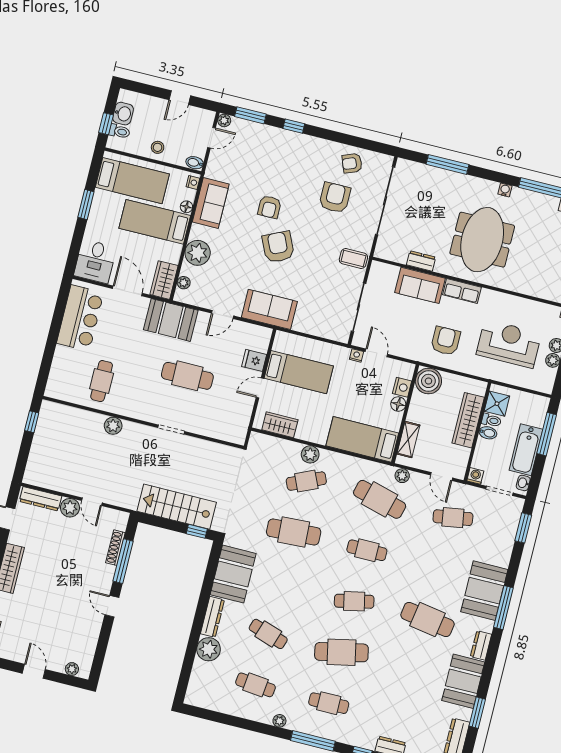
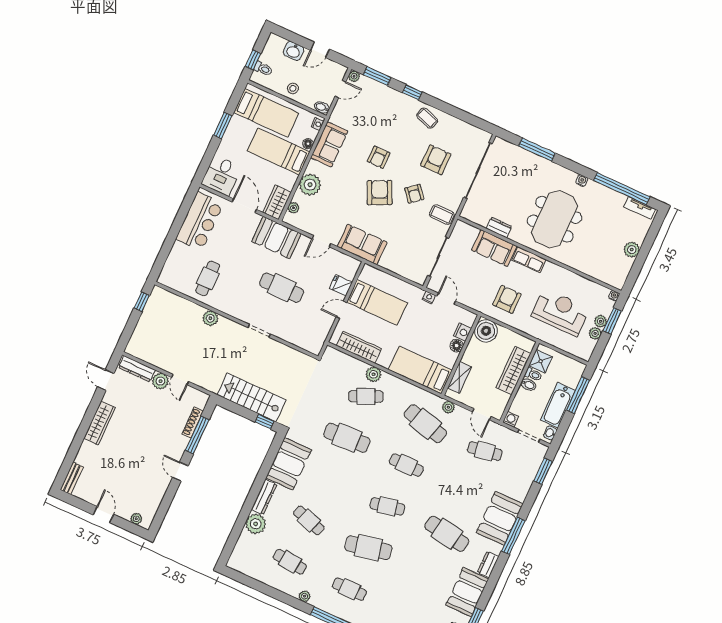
washbasin: (123, 114) -> (294, 51), moved, turned 90
coffee table: (316, 152) -> (427, 118), added
armchair: (352, 163) -> (414, 194), moved, turned -109
wardrobe: (280, 425) -> (359, 347), width x1.50

